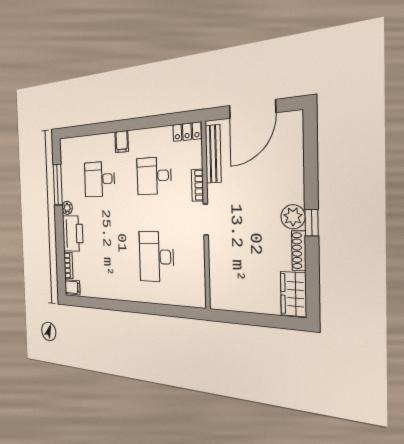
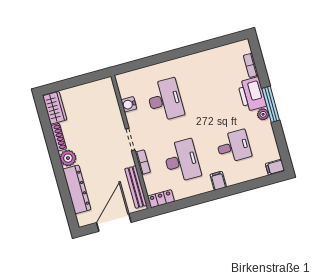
dresser: (292, 168) -> (77, 189), added
desk: (154, 176) -> (182, 161), width x1.37
window: (58, 185) -> (271, 104), moved
window: (312, 223) -> (55, 157), removed
water cooler: (197, 265) -> (129, 104), added
filing cabinet: (72, 287) -> (275, 167), moved

